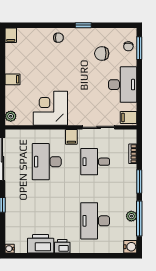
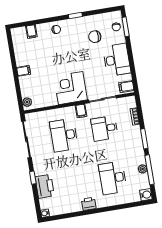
filing cabinet: (11, 35) -> (31, 31), moved
corner desk: (50, 108) -> (71, 88), moved
printer: (41, 244) -> (45, 186), moved, turned 90

